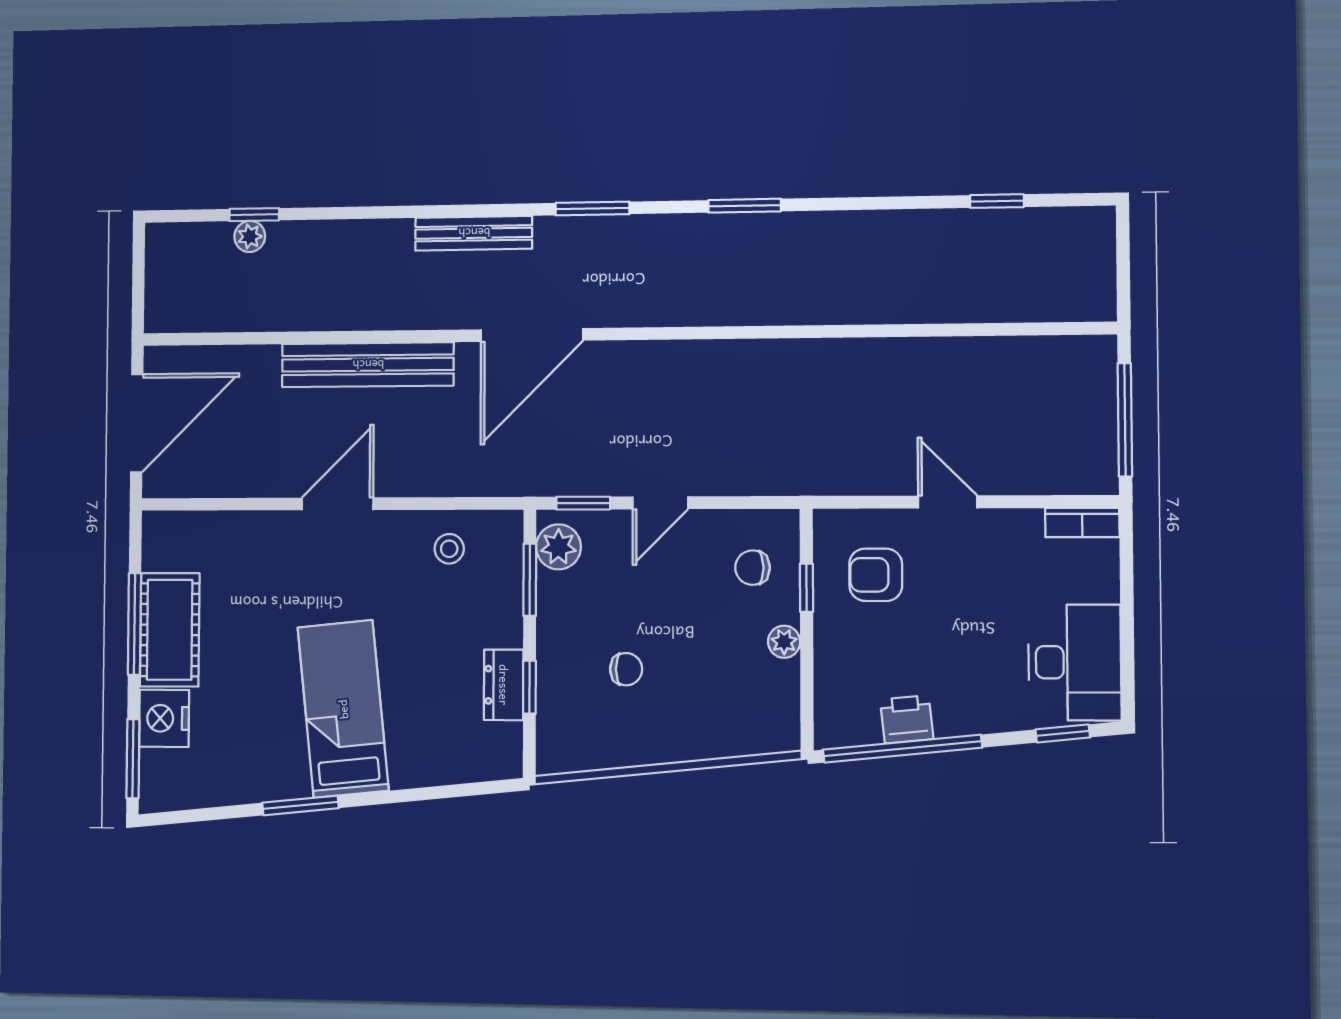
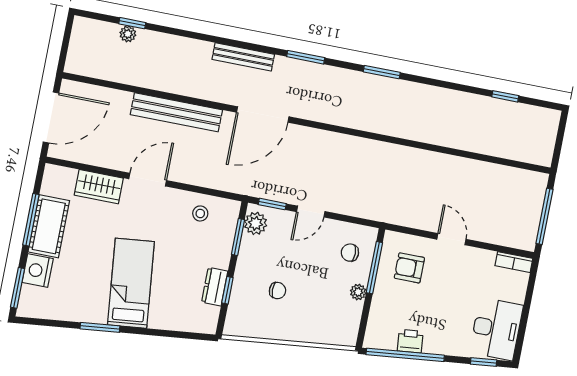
wardrobe: (249, 536) -> (99, 187), added
window: (806, 588) -> (374, 268), width x2.17

